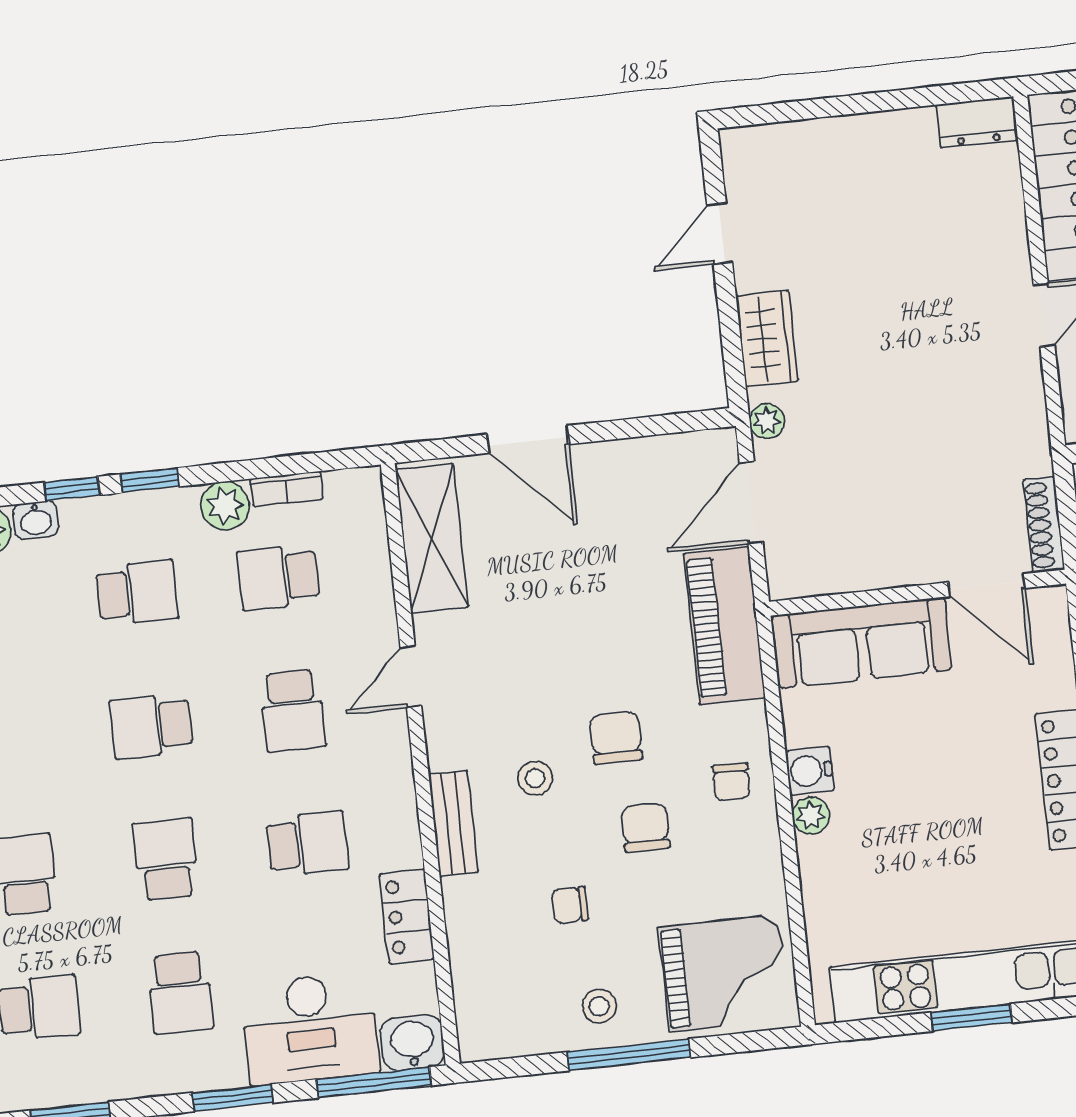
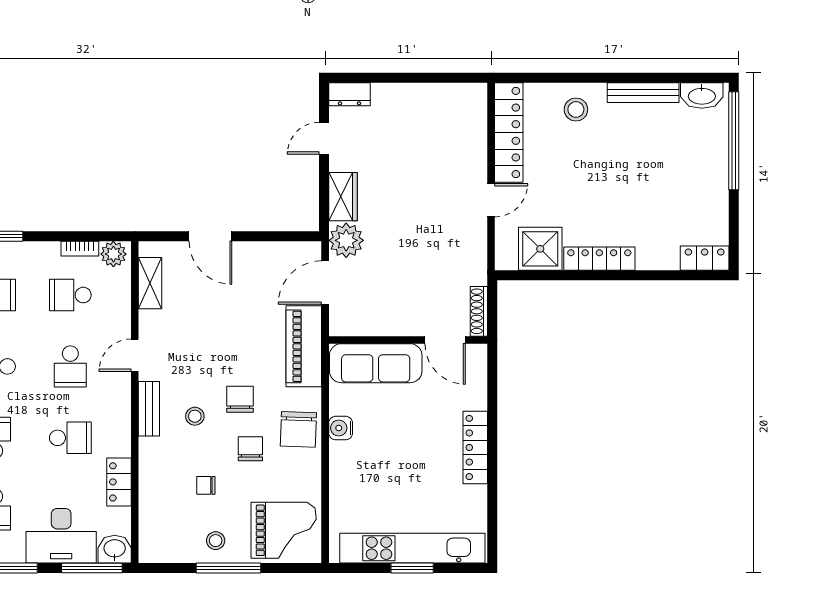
dresser: (977, 122) -> (349, 94), moved
plant: (767, 421) -> (346, 240), width x1.87, depth x1.87
plant: (225, 506) -> (113, 254), moved
shelving: (432, 538) -> (150, 283), width x0.67, depth x0.75
chair: (731, 782) -> (298, 429), width x1.87, depth x1.87
plant: (811, 815) -> (339, 452), removed
bench: (453, 823) -> (149, 409), moved

